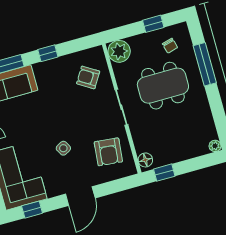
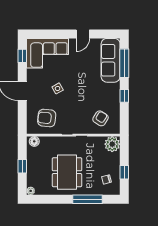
dining table: (163, 86) -> (67, 172), moved
window: (164, 173) -> (22, 166), moved

